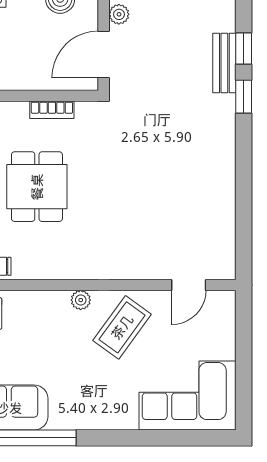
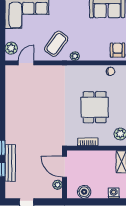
door: (104, 54) -> (65, 167), swing flipped
bench: (224, 63) -> (10, 163), width x1.36
plant: (222, 318) -> (11, 48), added

